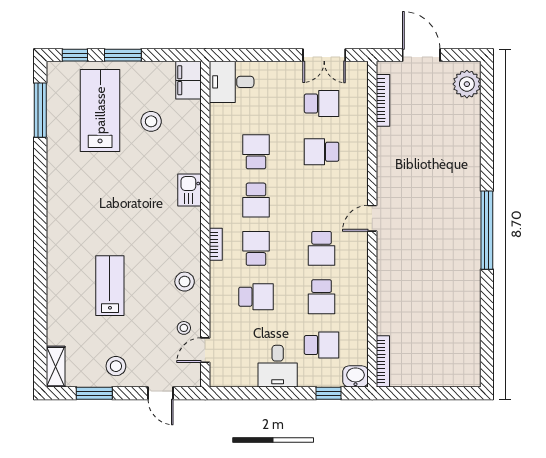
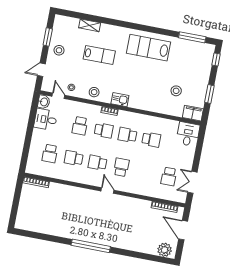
window: (123, 55) -> (209, 94), moved
door: (421, 55) -> (183, 230), swing flipped
lab bench: (100, 110) -> (148, 48), moved, turned 180
school desk: (322, 152) -> (121, 167), moved
kitchen sink: (190, 190) -> (120, 100), moved
desk: (278, 366) -> (46, 119), moved
shelving: (56, 367) -> (90, 25), moved
washbasin: (356, 376) -> (44, 102), moved
window: (329, 393) -> (25, 152), removed

